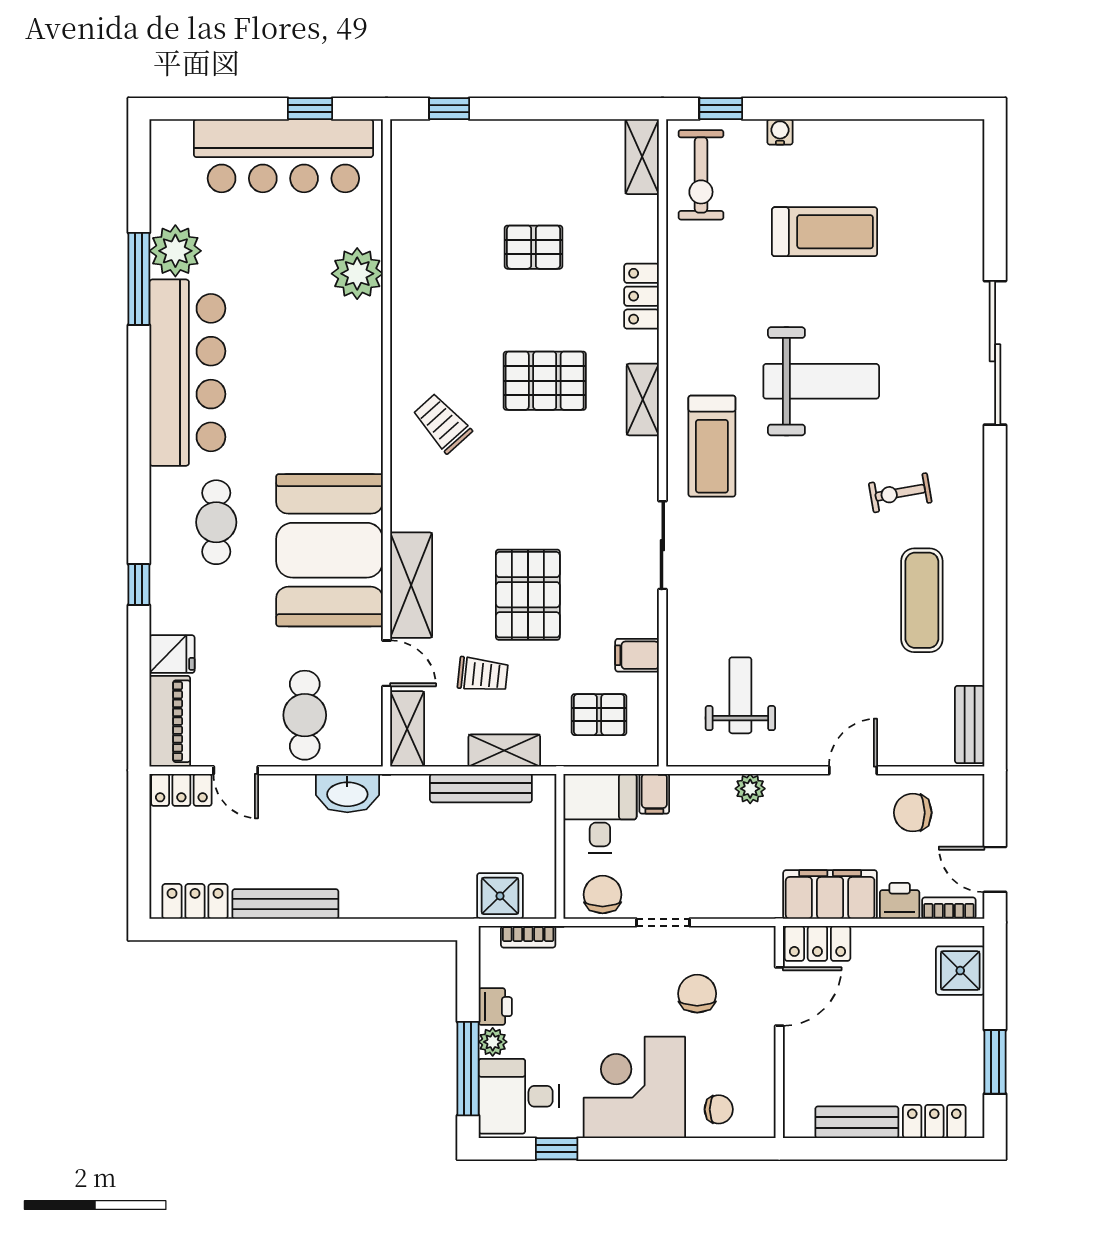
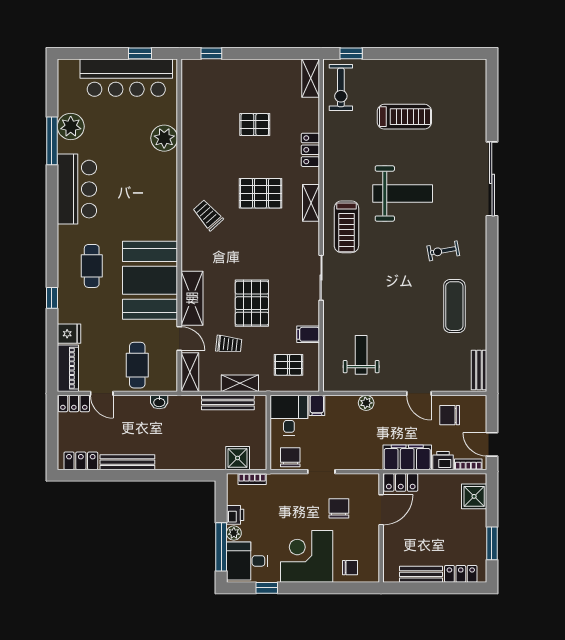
water cooler: (780, 132) -> (381, 65), removed
bar counter: (187, 373) -> (77, 189), width x0.73
door: (853, 770) -> (419, 393), swing flipped
washbasin: (347, 793) -> (159, 402), width x0.52, depth x0.69

